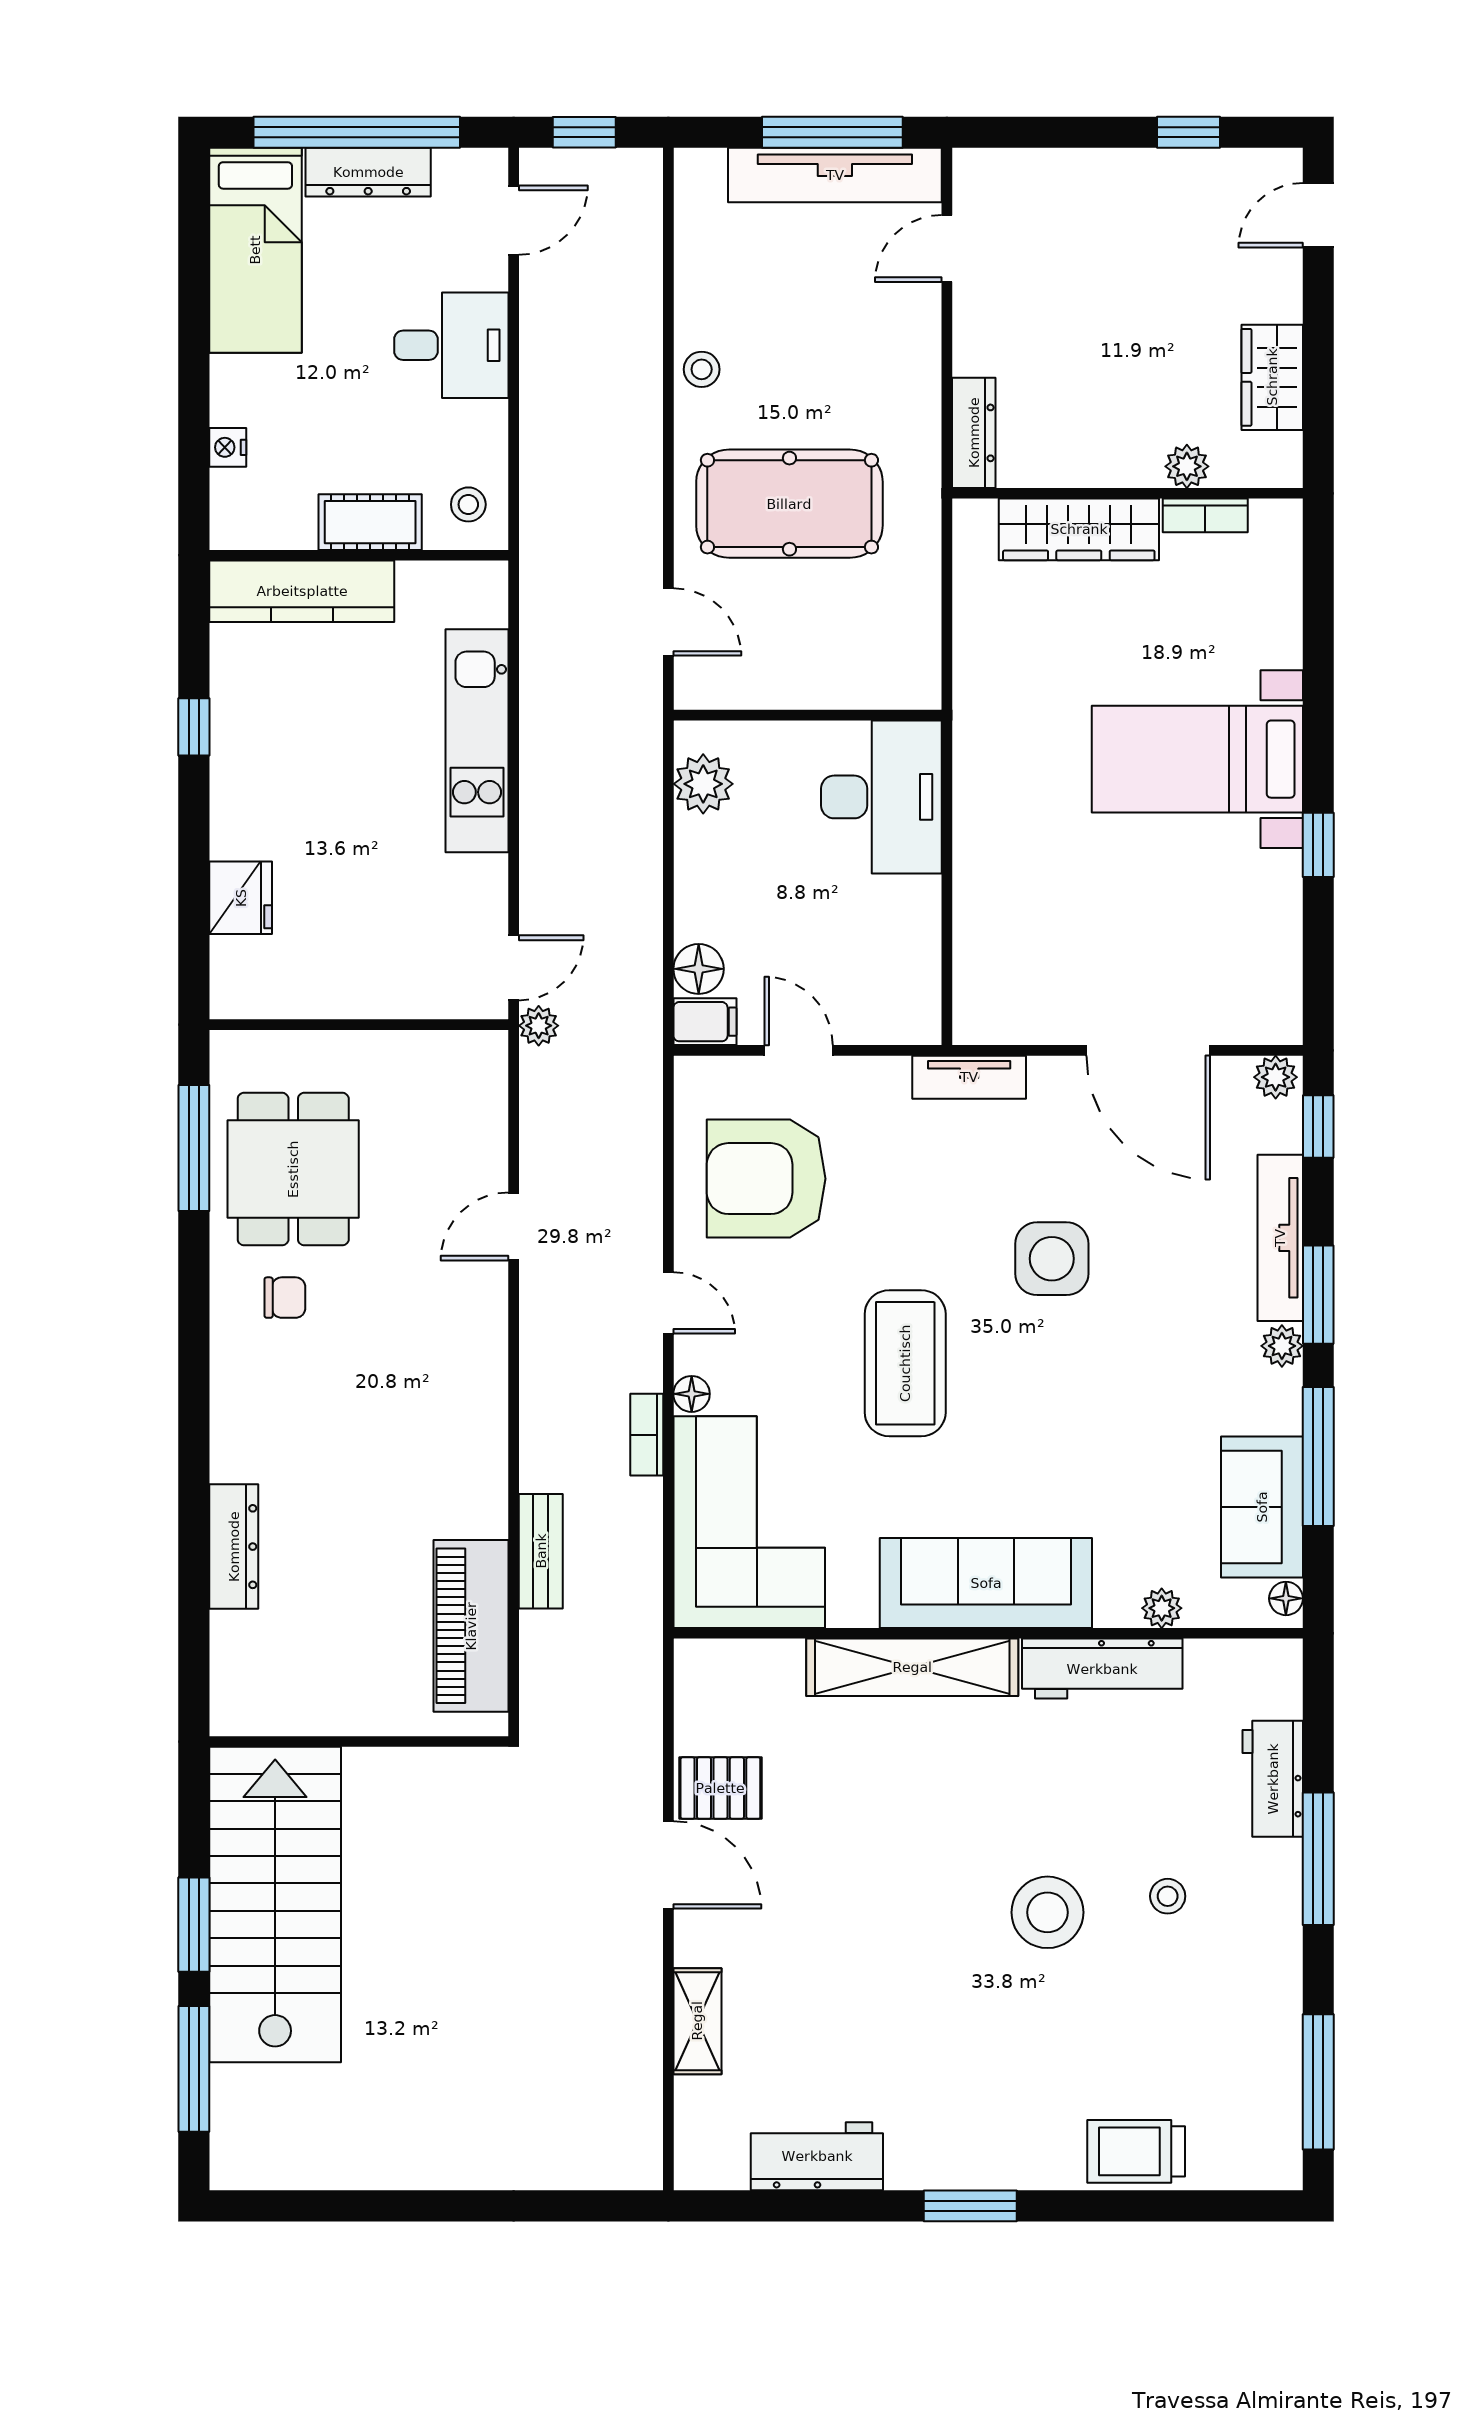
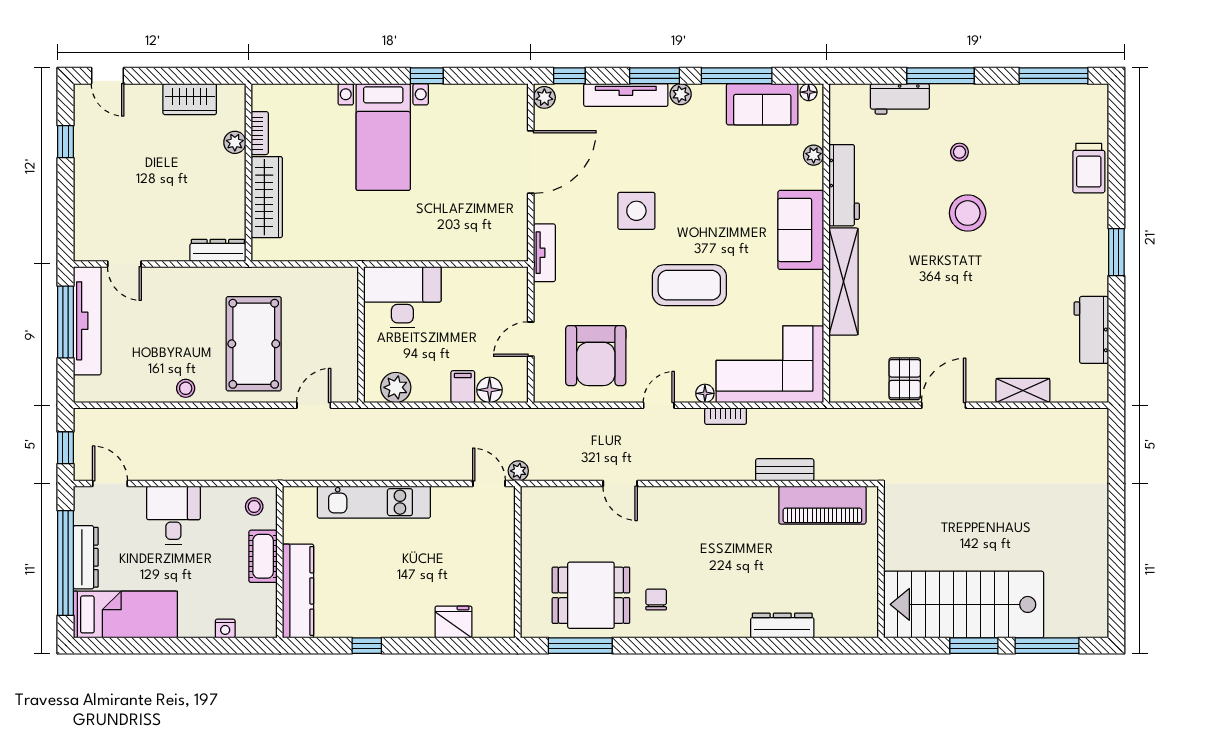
filing cabinet: (705, 1022) -> (463, 387), moved
sofa: (986, 1583) -> (801, 230), width x0.73

